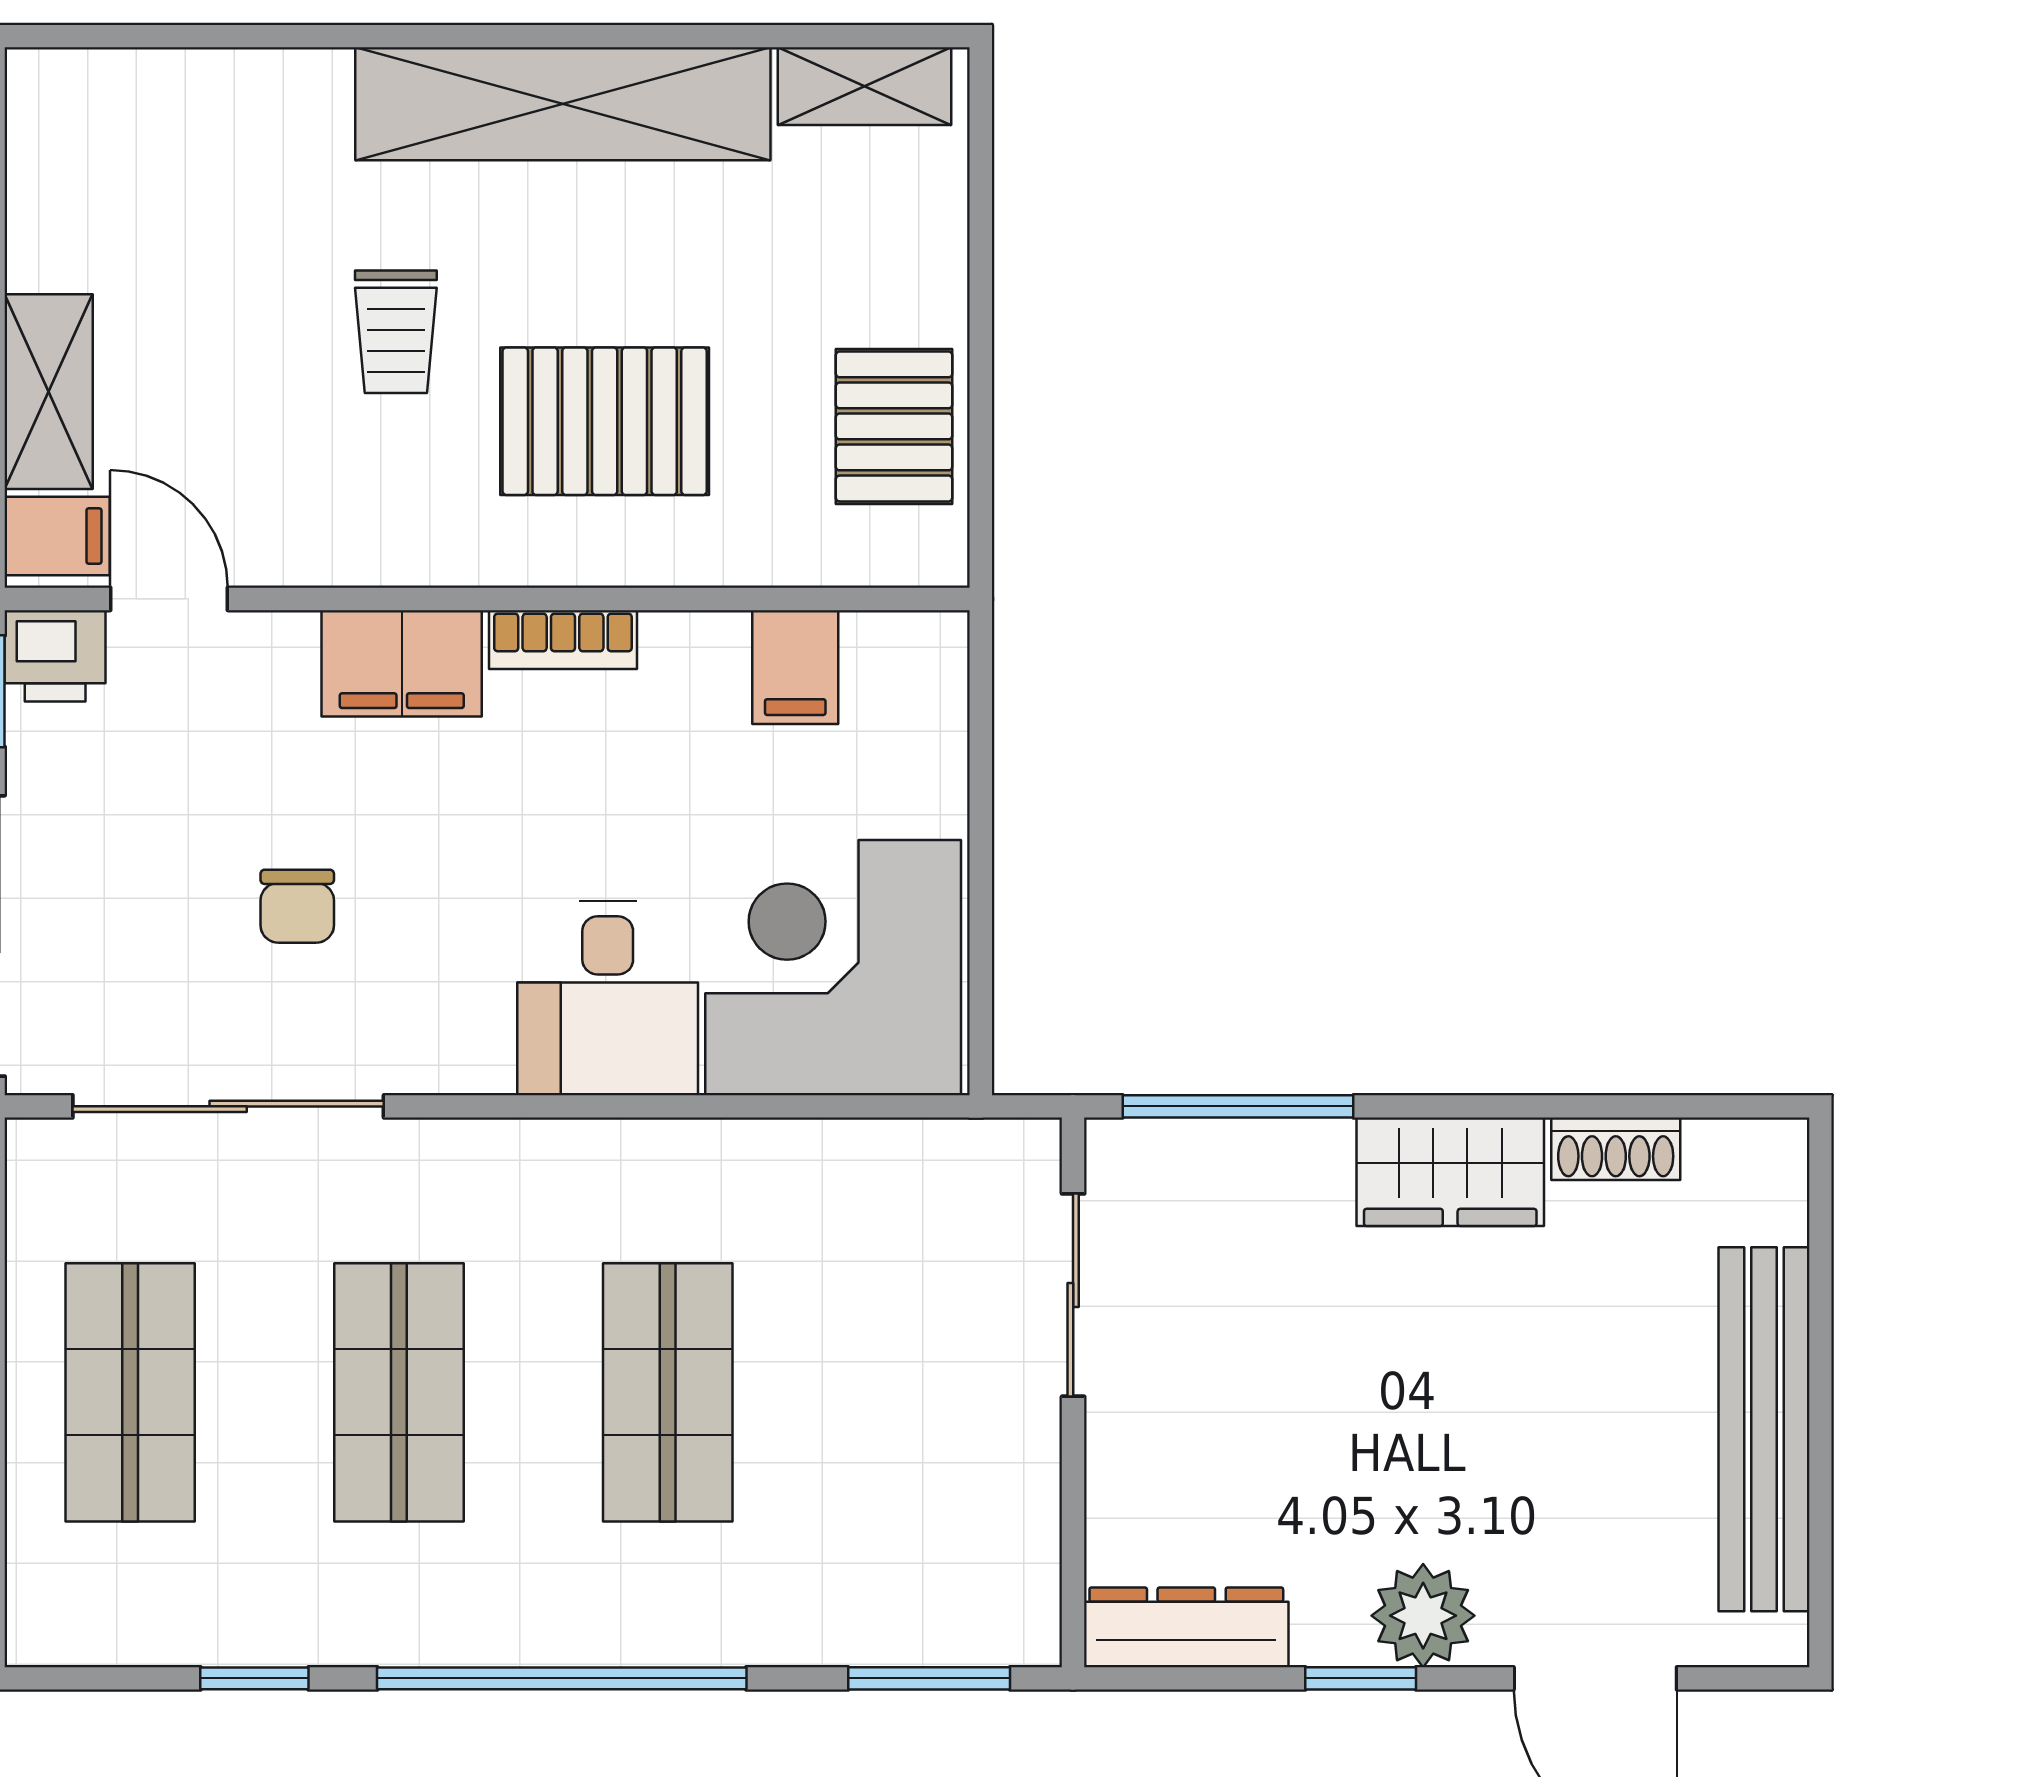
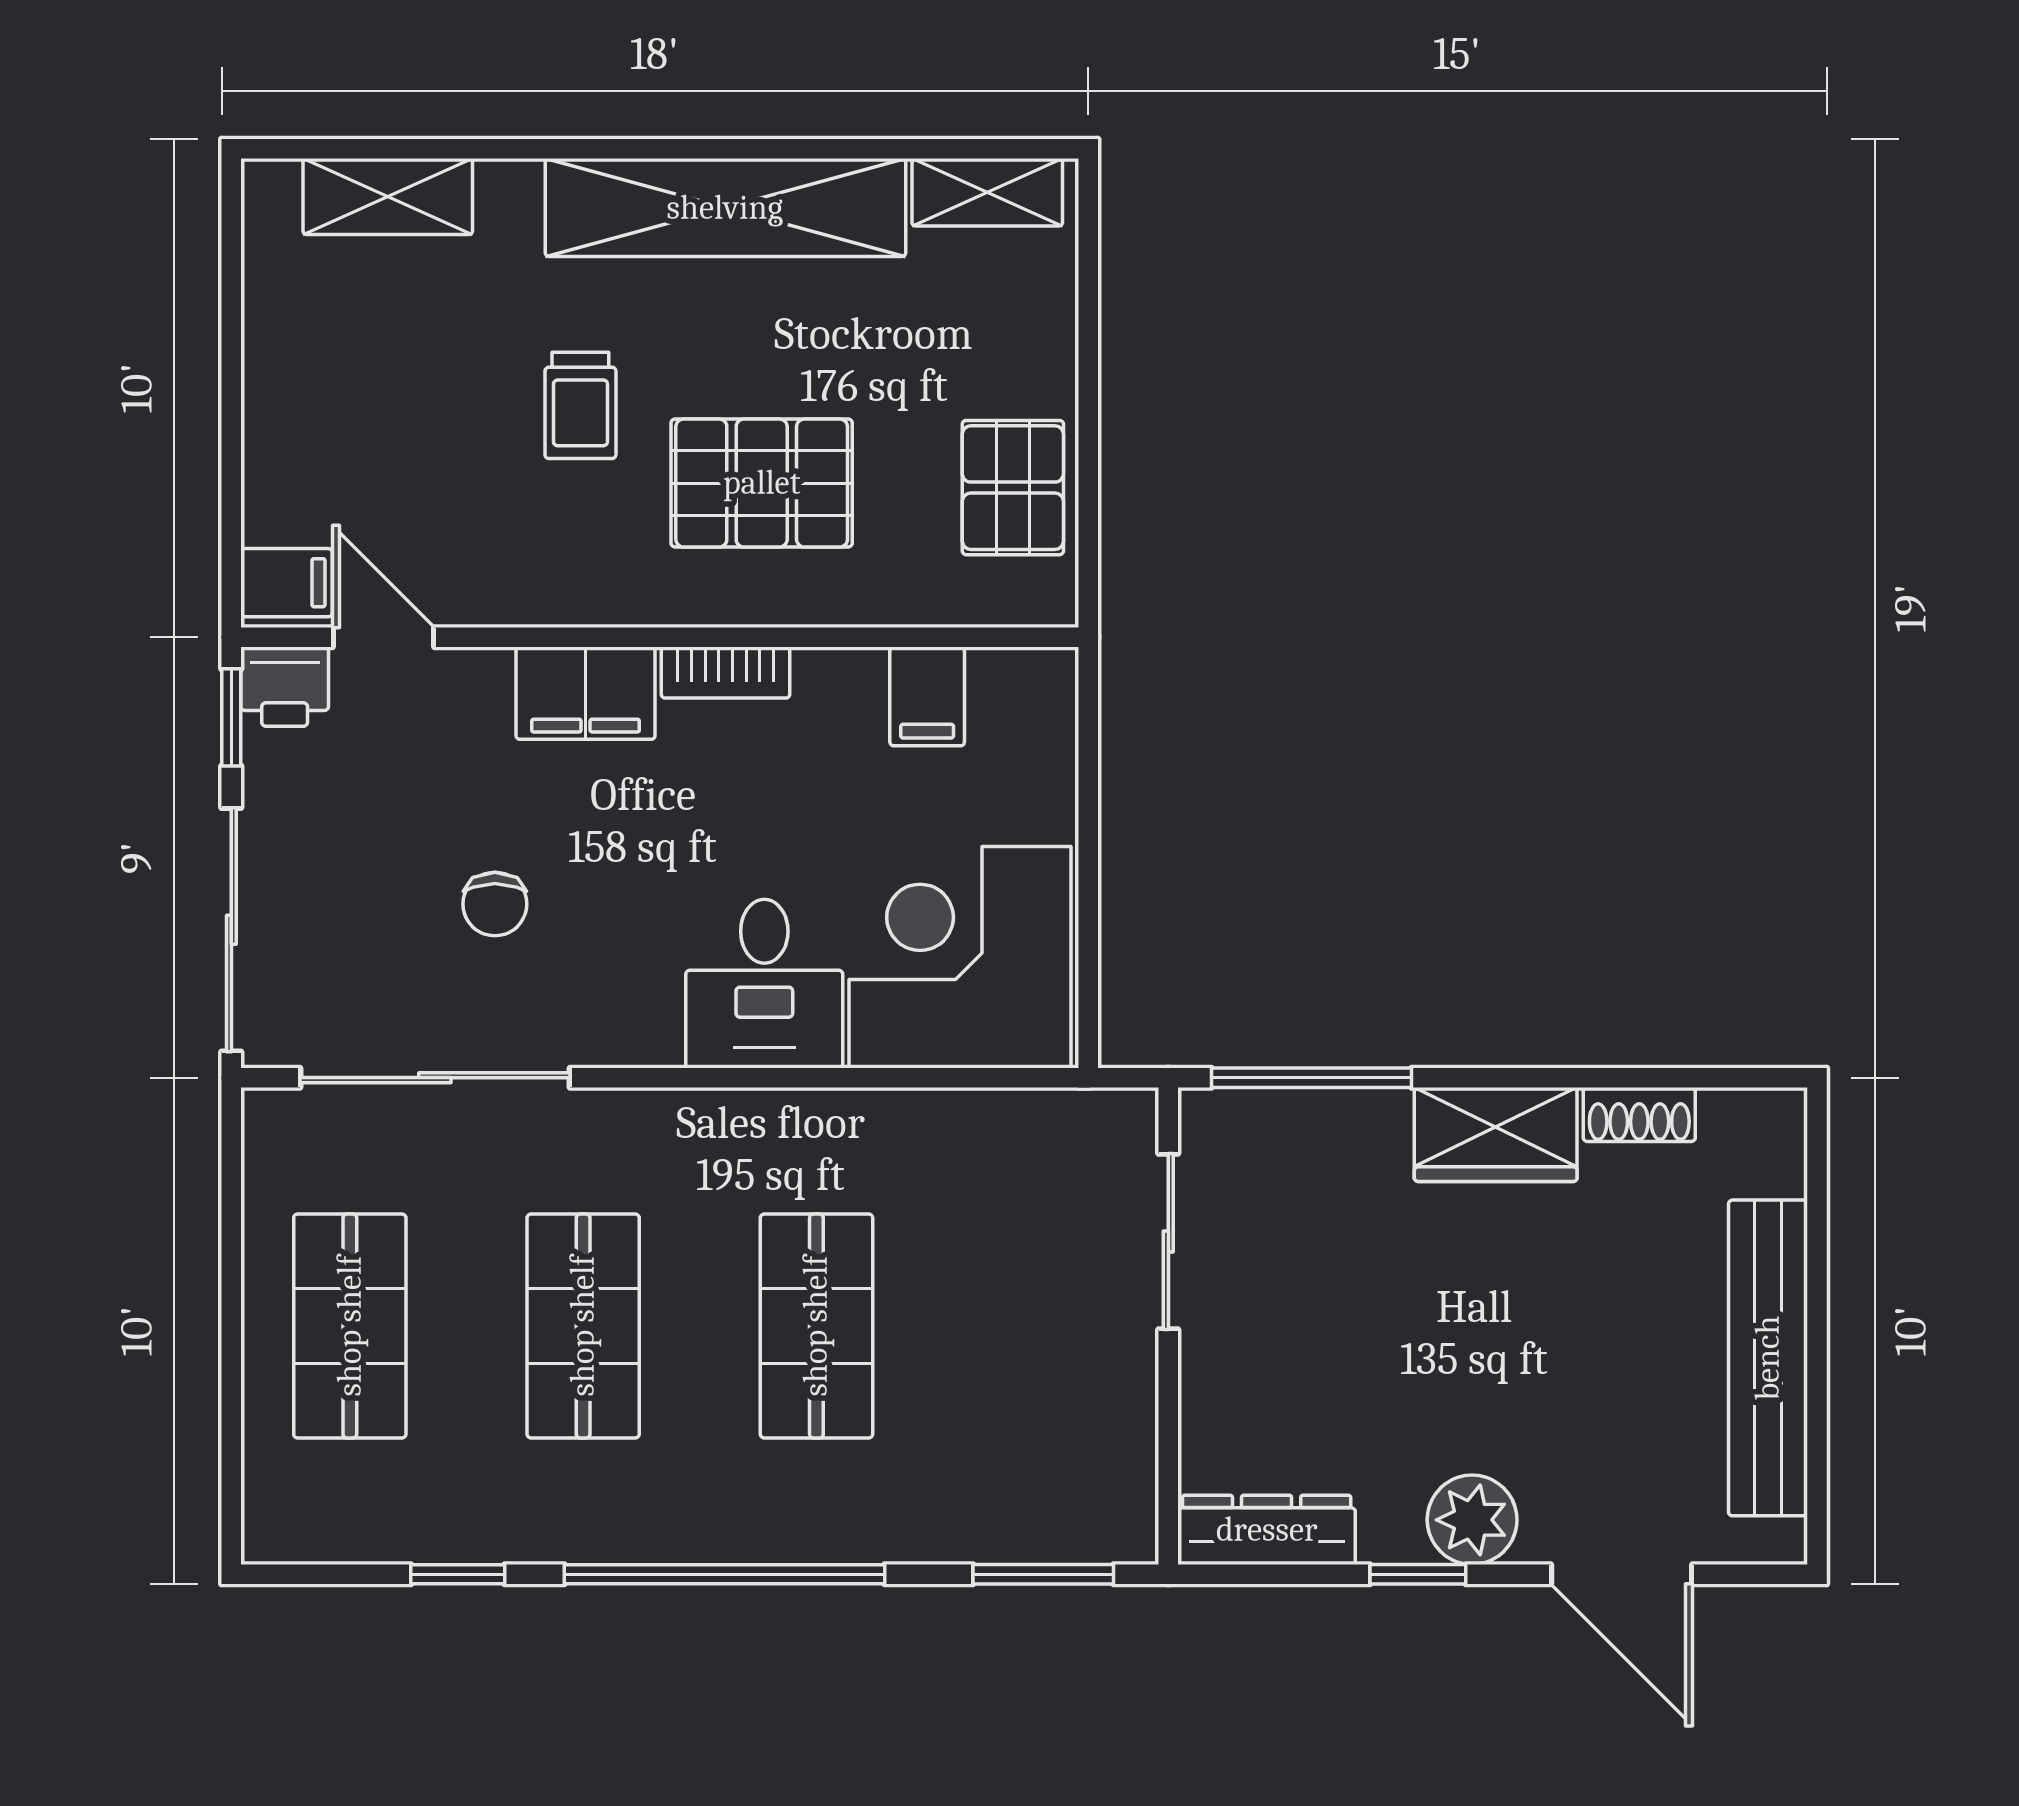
shelving: (49, 392) -> (388, 197), moved, turned 90

